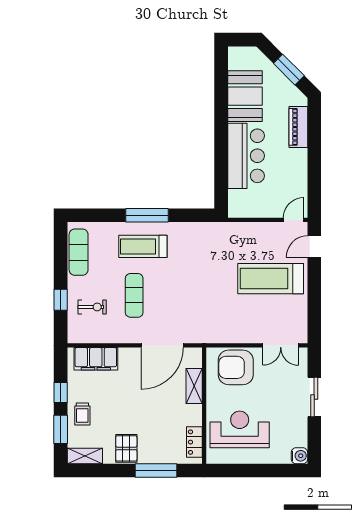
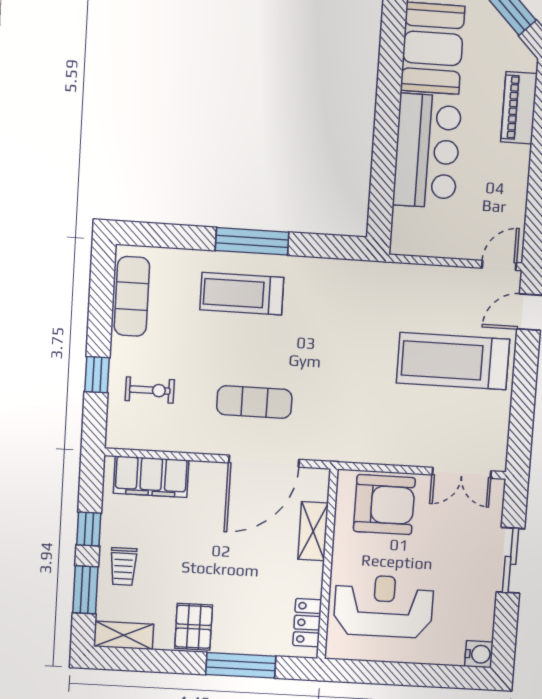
exercise mat: (134, 295) -> (254, 402), moved, turned 90
armchair: (236, 367) -> (384, 505), turned 180

